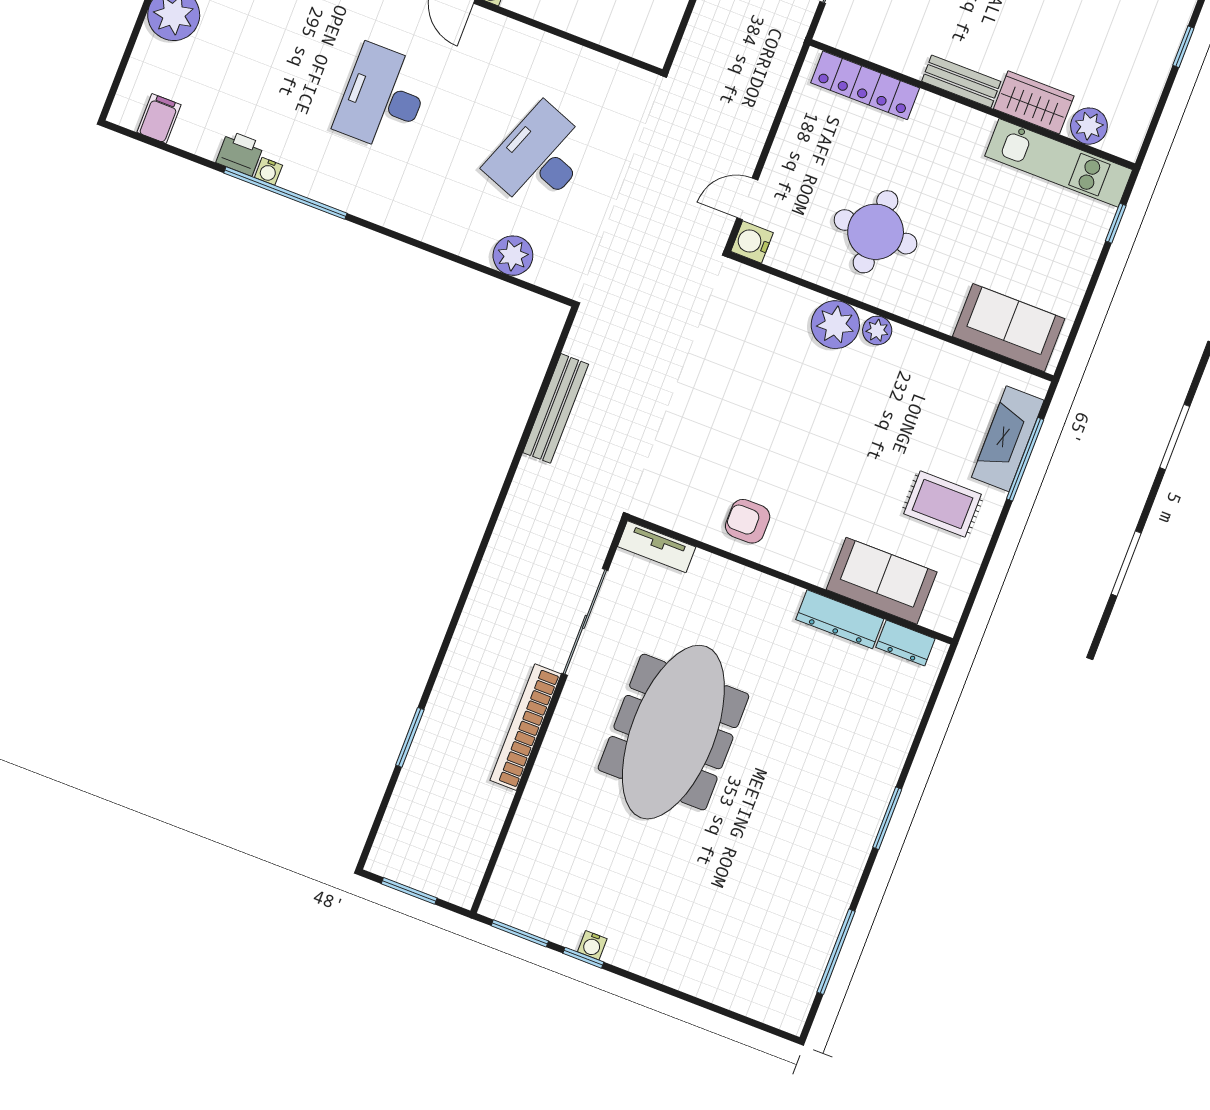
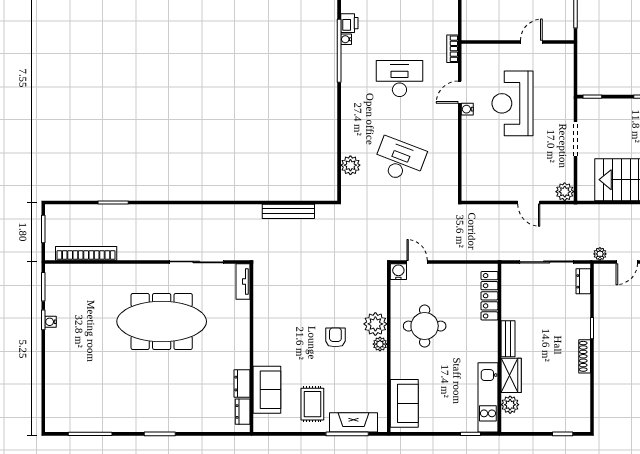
armchair: (748, 521) -> (335, 337), moved
dresser: (840, 619) -> (242, 384), width x0.70
bookcase: (526, 727) -> (86, 253), moved

